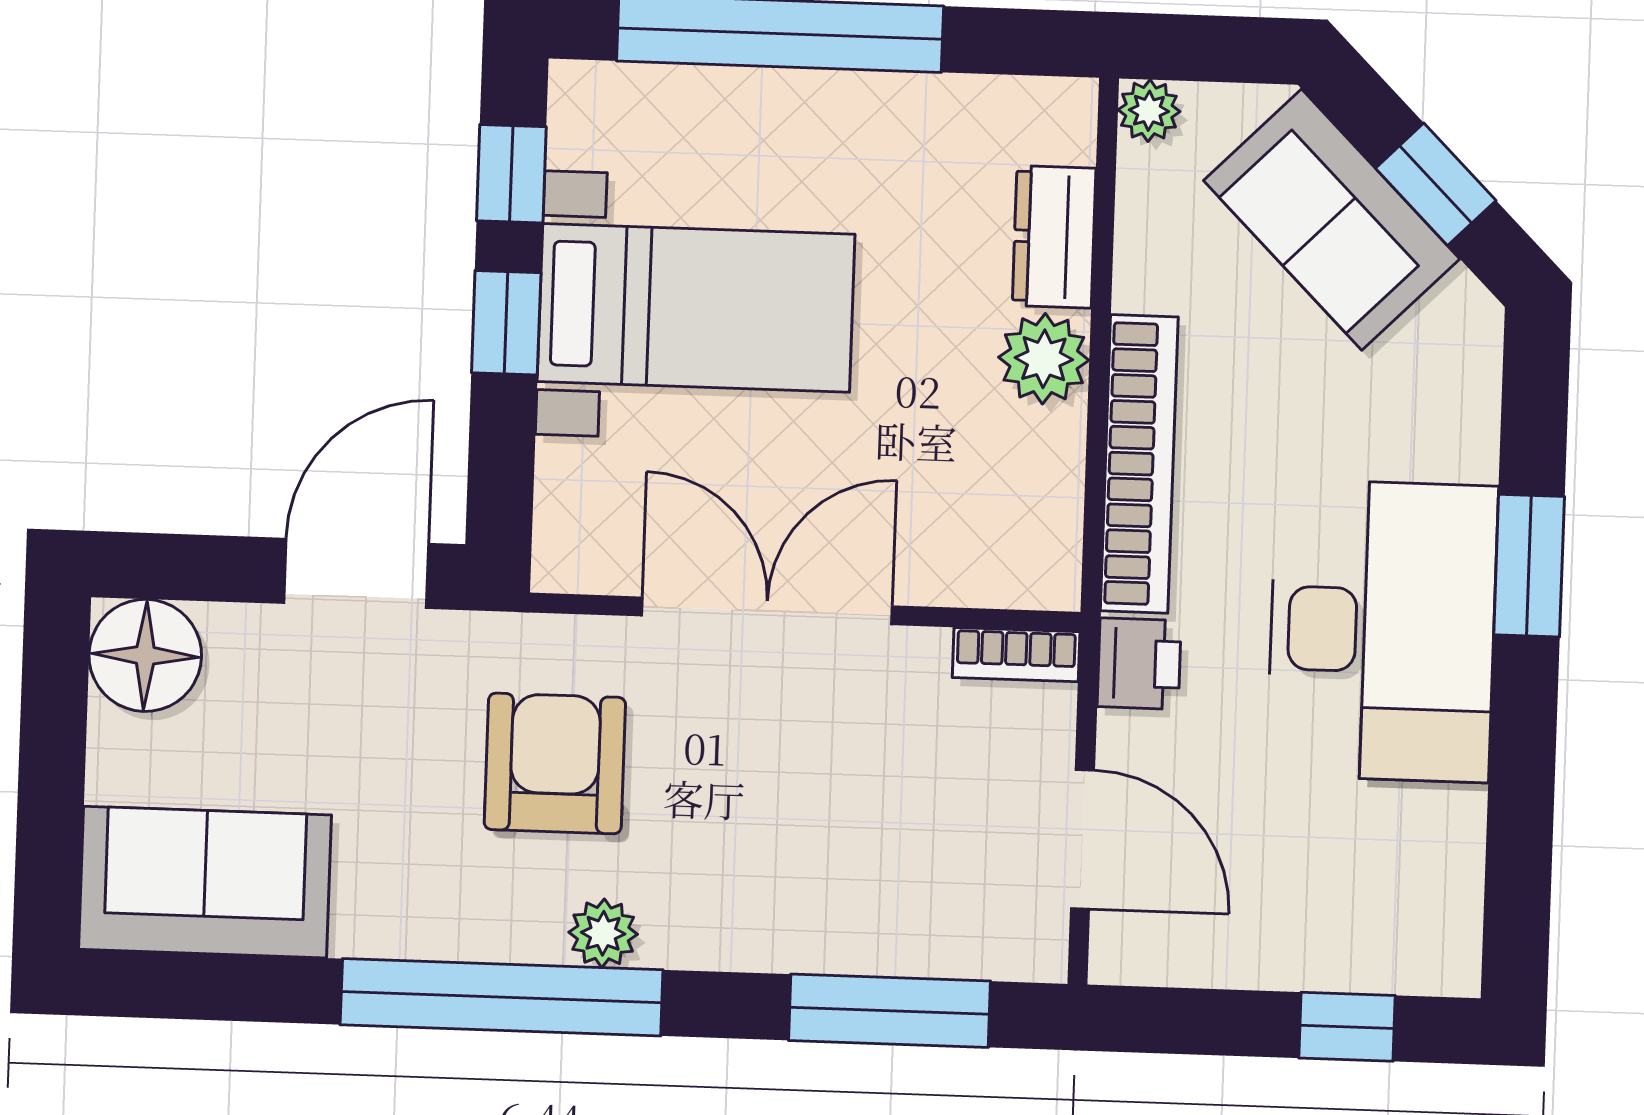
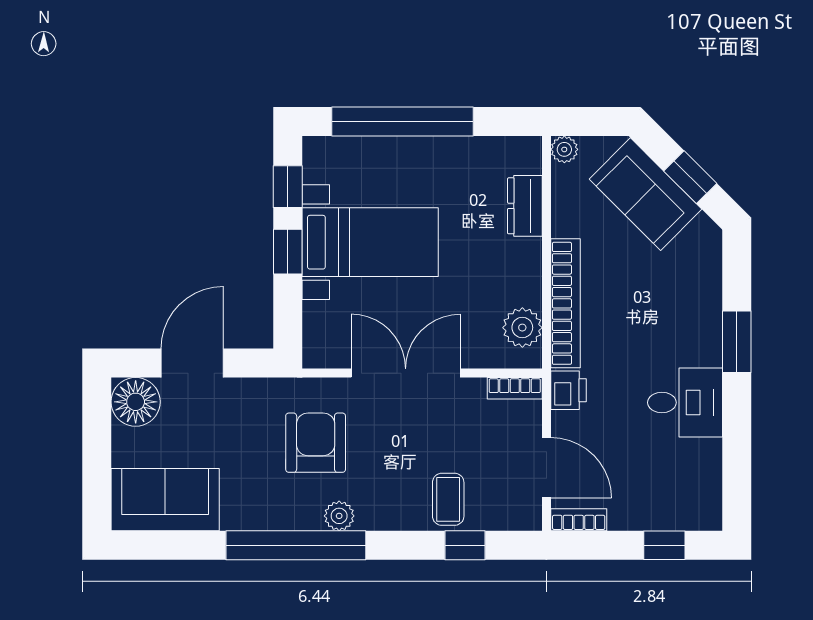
plant: (1044, 359) -> (522, 328), moved
door: (356, 573) -> (192, 363), moved
desk: (1382, 631) -> (685, 403), width x0.53, depth x0.77
coffee table: (855, 904) -> (448, 499), added
bookcase: (1152, 961) -> (579, 520), added
window: (889, 1011) -> (465, 545), width x0.46

